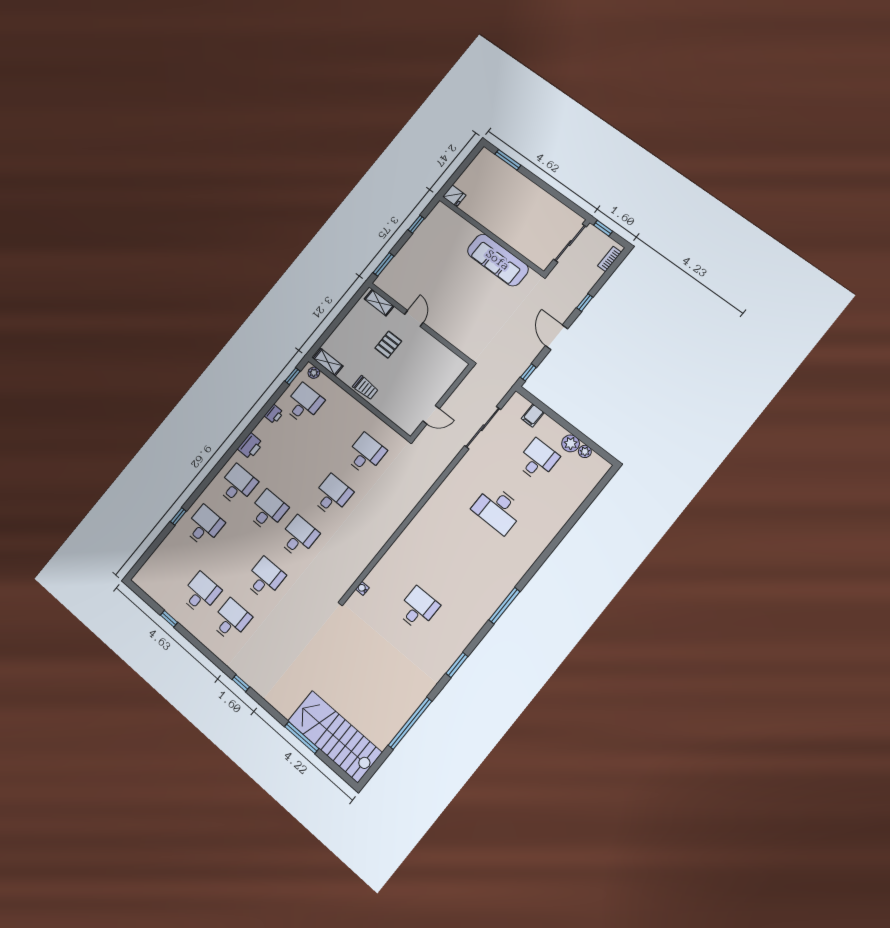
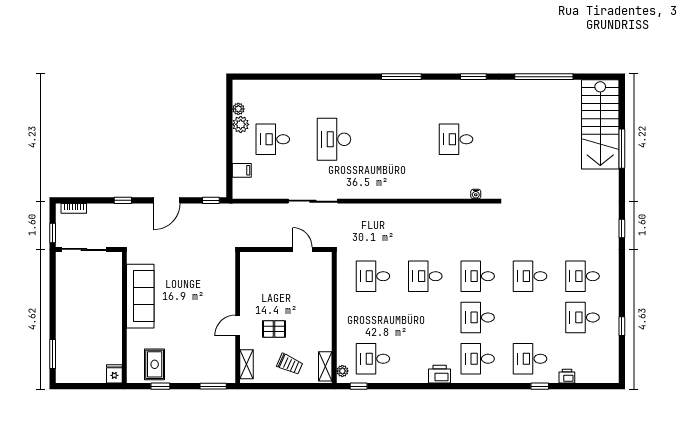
rug: (436, 232) -> (155, 364), added
trolley: (366, 388) -> (290, 364), moved, turned 114
printer: (274, 414) -> (567, 376), moved
sliding door: (483, 428) -> (313, 201), moved
desk: (498, 509) -> (334, 139), turned 180

